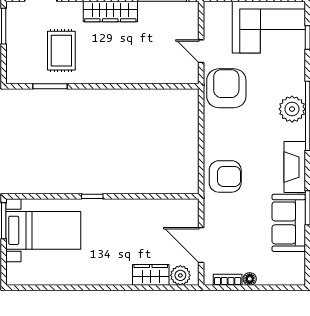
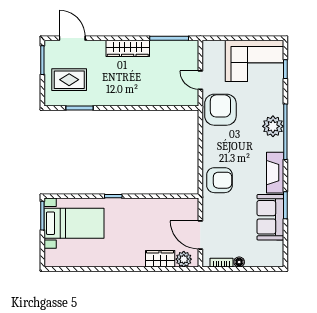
rug: (61, 51) -> (69, 80), moved, turned 90

